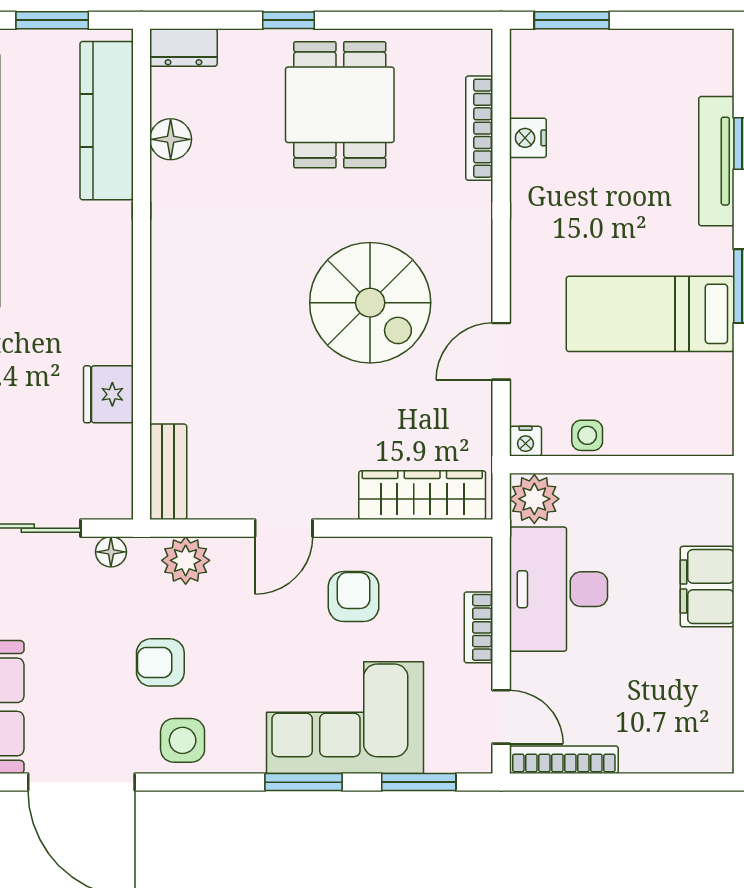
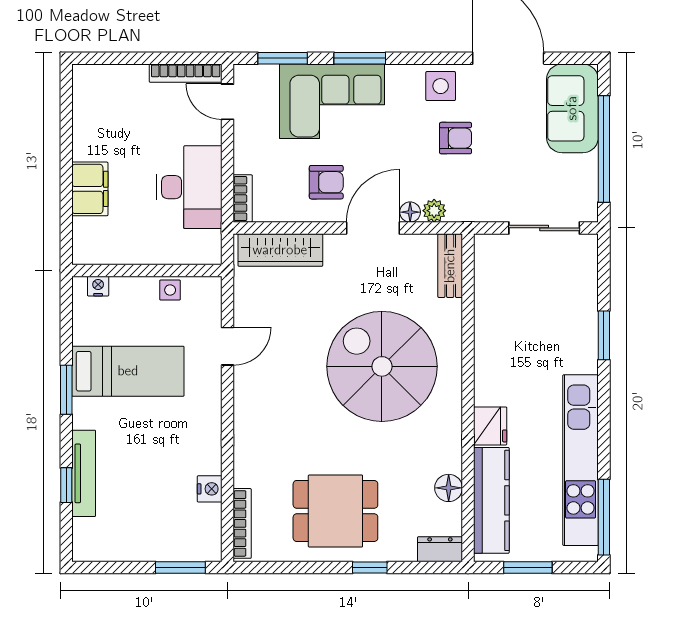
dining table: (340, 105) -> (335, 511), turned 90
bookcase: (479, 128) -> (242, 523), moved
spiral stairs: (370, 303) -> (382, 366), moved, width x1.37, depth x1.37
fridge: (108, 394) -> (490, 426), moved
nightstand: (526, 441) -> (98, 286), moved
plant: (534, 499) -> (205, 247), removed
door: (284, 528) -> (373, 228), width x1.37
floor lamp: (111, 552) -> (410, 212), moved
plant: (186, 560) -> (434, 211), width x0.73, depth x0.73
armchair: (354, 597) -> (326, 182), turned -90
bookcase: (479, 627) -> (243, 199), moved

